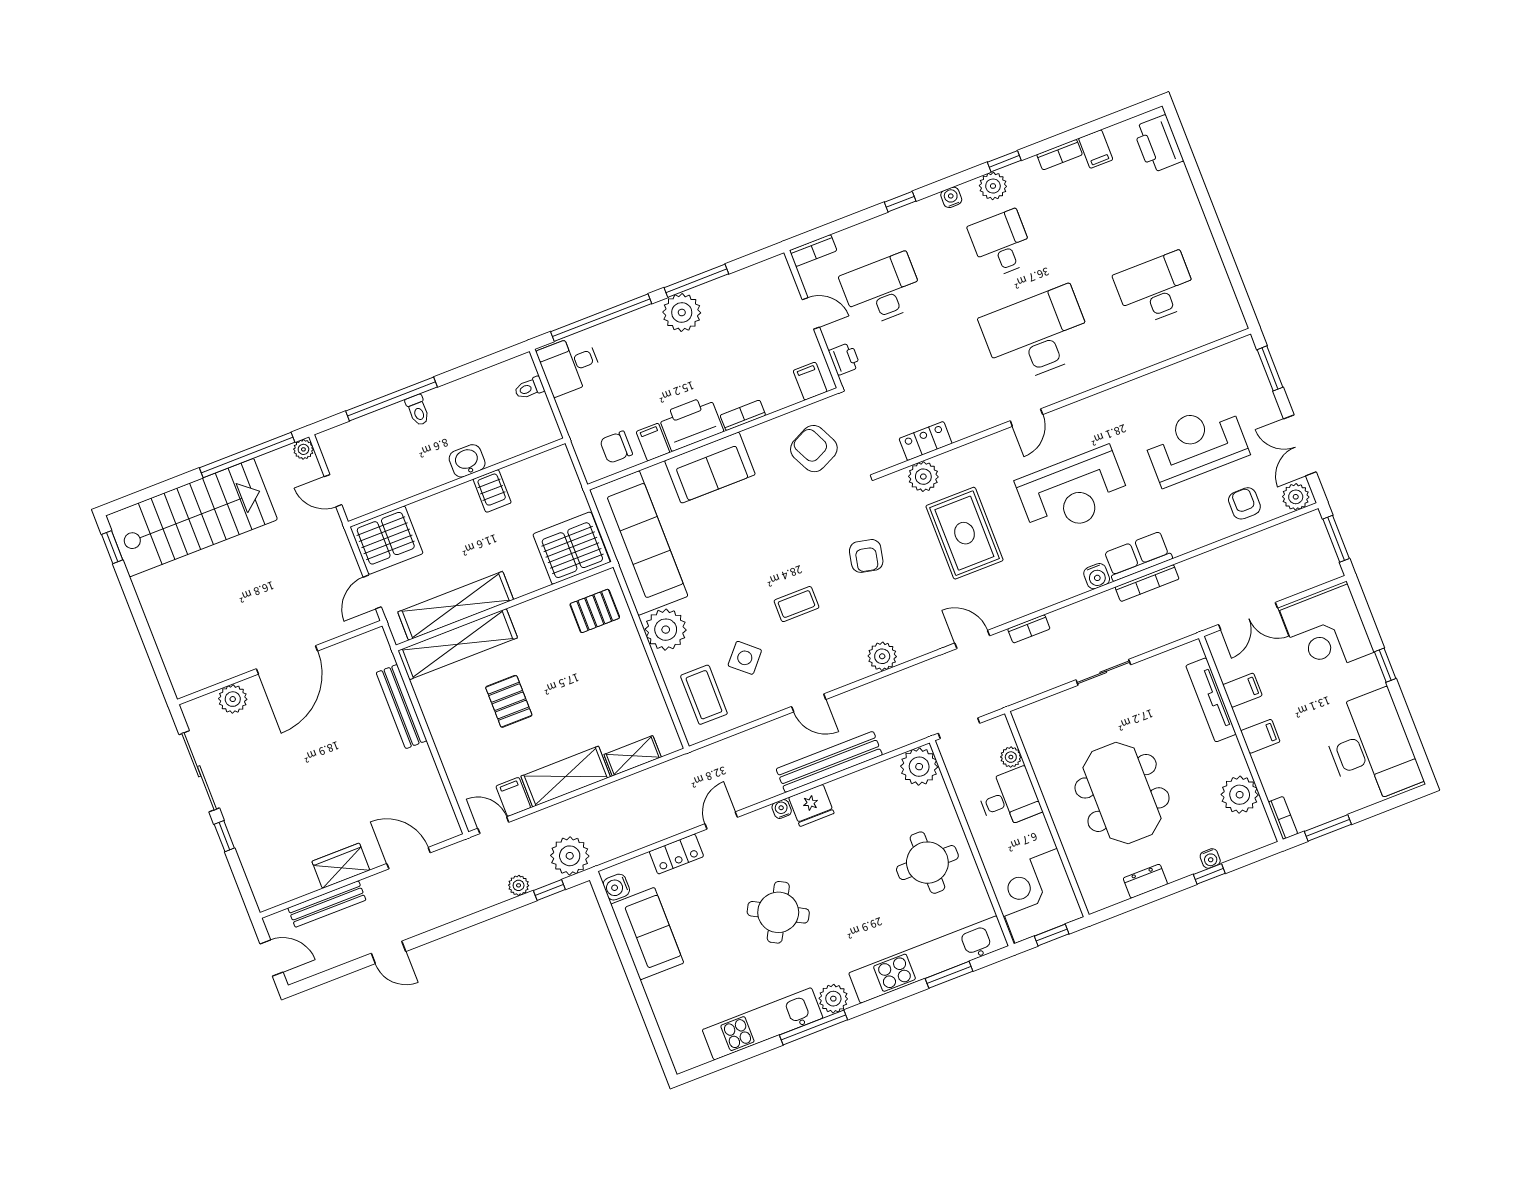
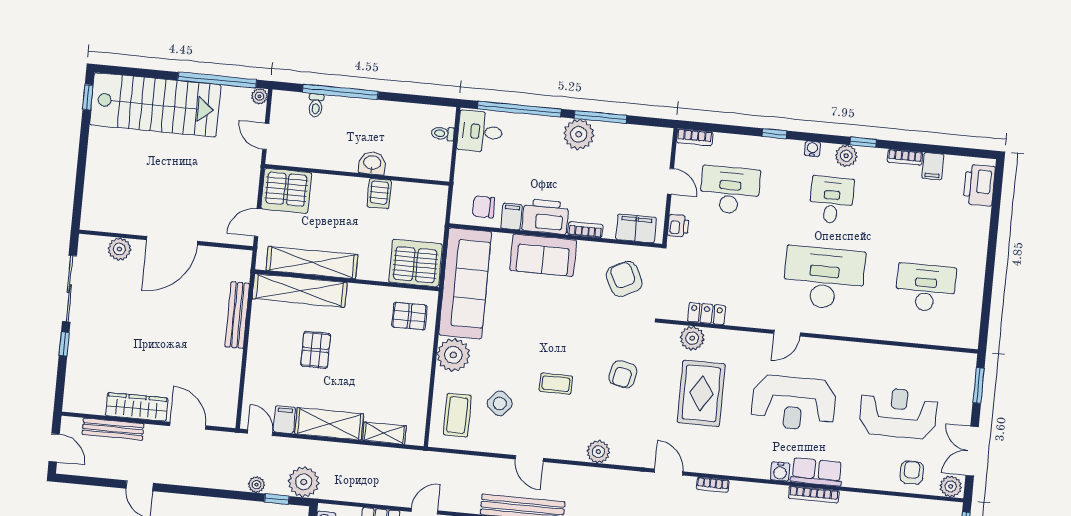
filing cabinet: (810, 381) -> (636, 228), width x2.00
toilet: (418, 410) -> (316, 105), moved
wardrobe: (341, 866) -> (137, 407), width x1.50

